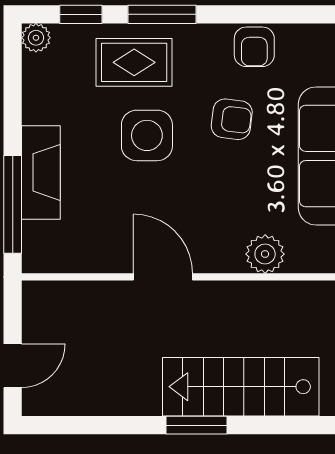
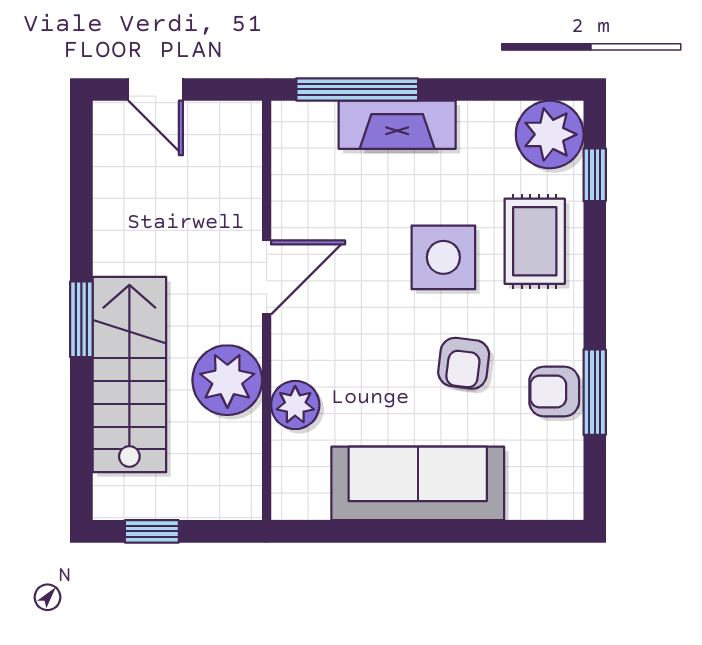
window: (162, 14) -> (595, 392), moved
plant: (36, 38) -> (550, 134), width x1.88, depth x1.88
plant: (245, 308) -> (227, 380), added

